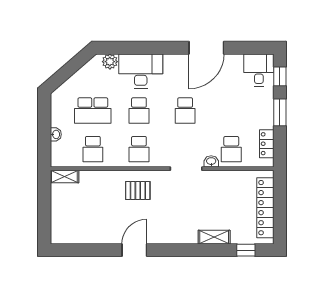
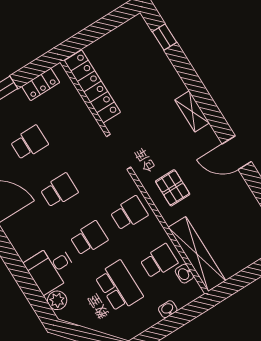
desk: (141, 71) -> (51, 268), width x0.73
school desk: (231, 149) -> (29, 143), moved
washbasin: (211, 161) -> (184, 274), moved
shelving: (64, 176) -> (197, 254), width x2.20, depth x1.33
locker: (265, 208) -> (92, 86), moved, turned -90
shelving: (214, 237) -> (192, 111), moved

